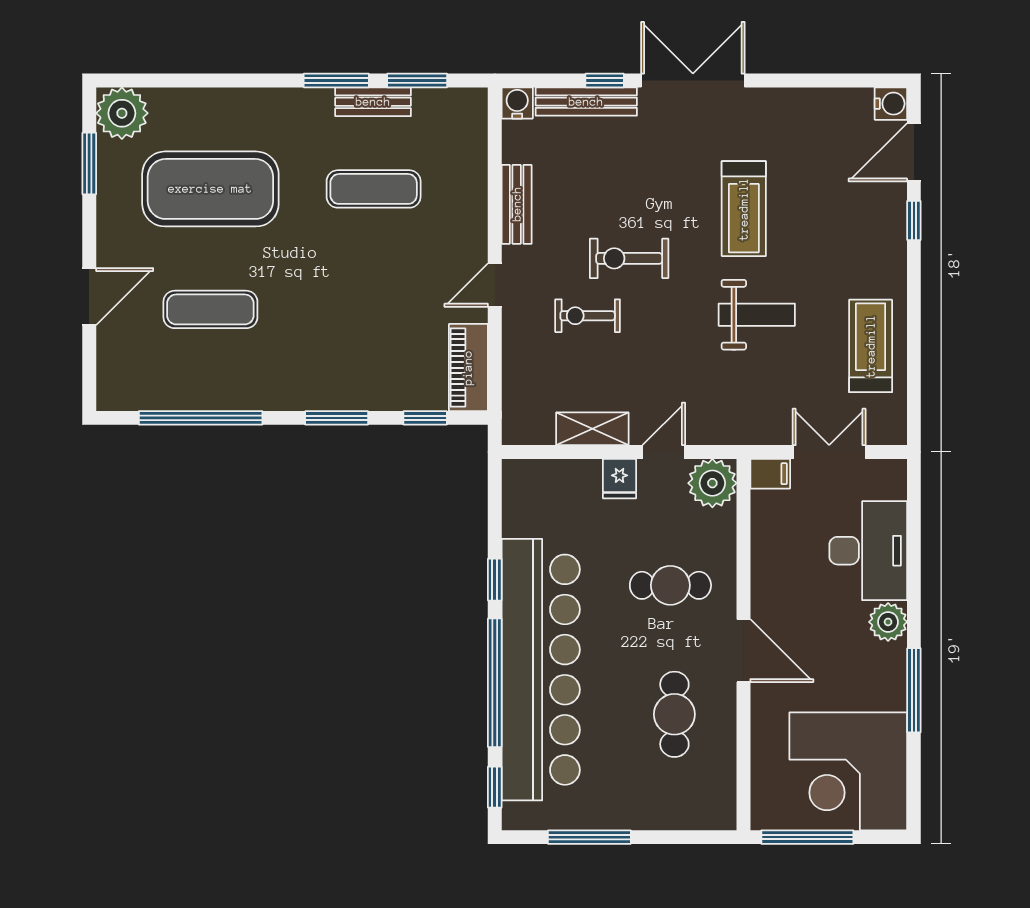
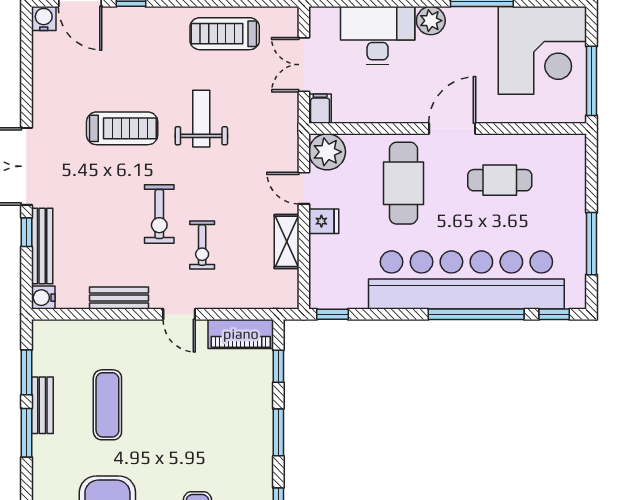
window: (495, 580) -> (332, 314), moved
cafe table: (670, 585) -> (403, 183), width x1.37, depth x1.35

